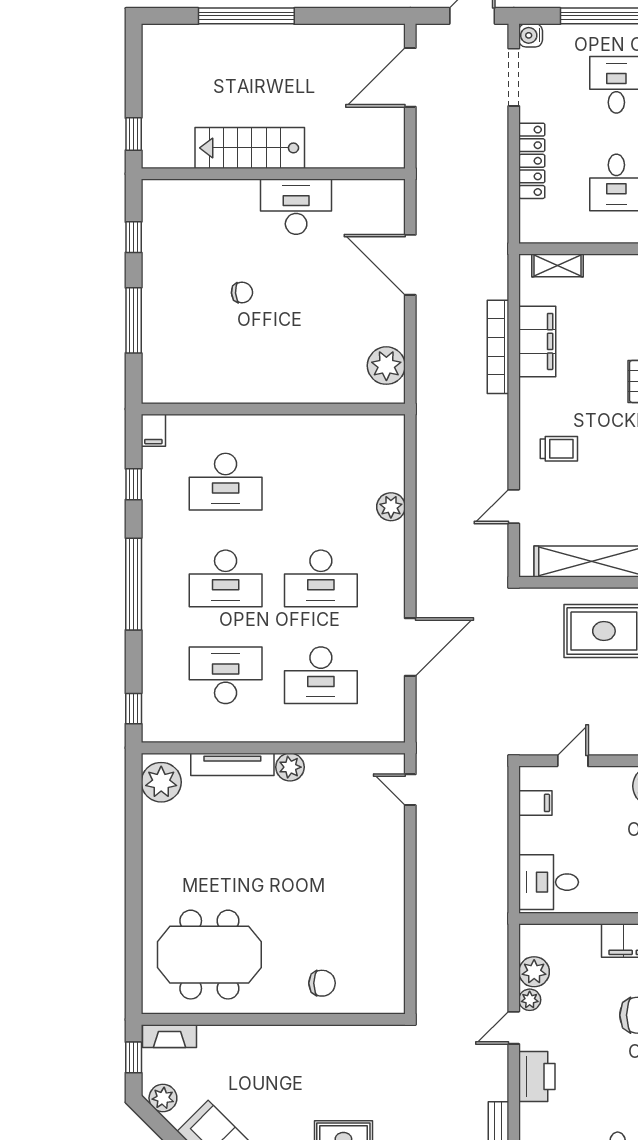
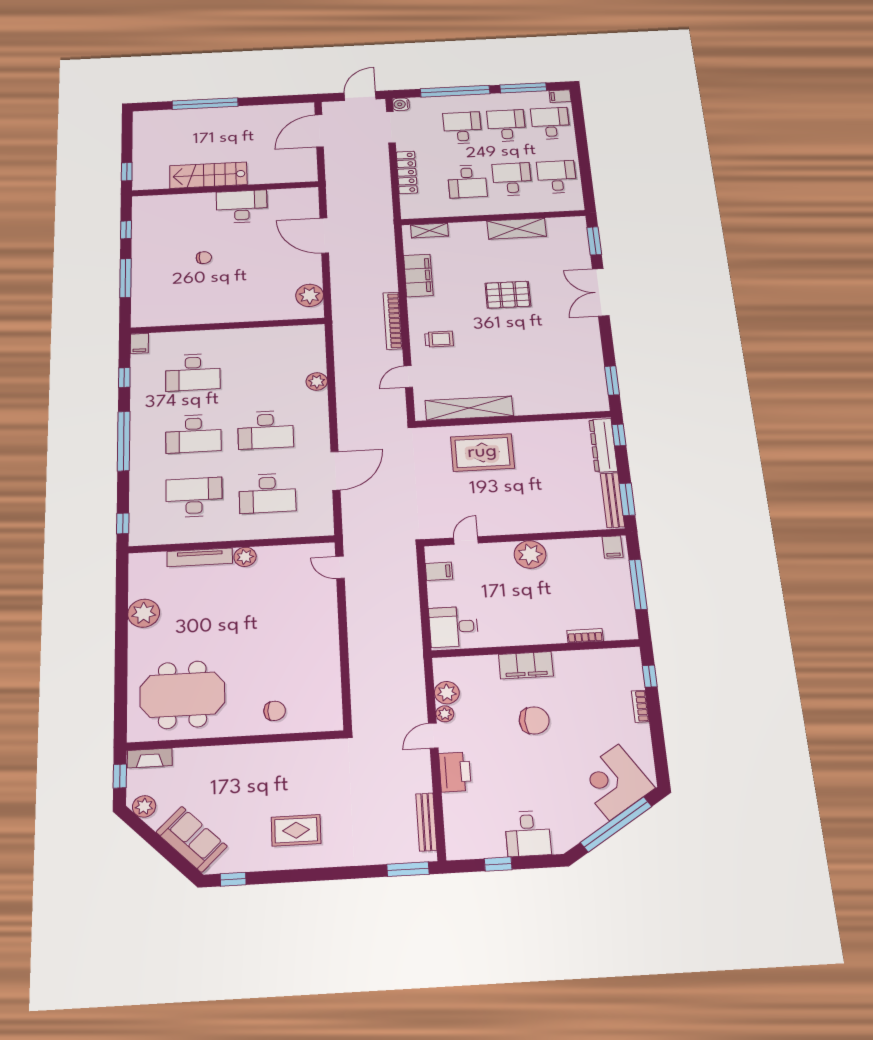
bookcase: (498, 347) -> (393, 321), moved
plant: (161, 782) -> (144, 613), moved

